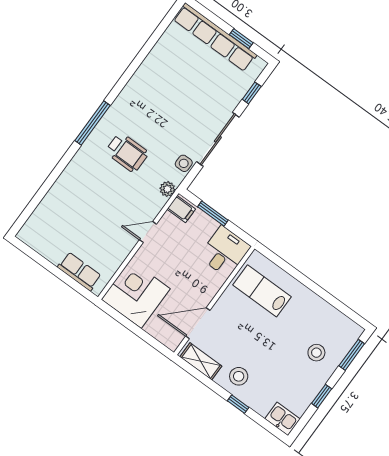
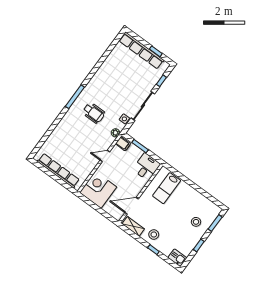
row of seats: (79, 271) -> (58, 171), width x2.02
lab bench: (262, 291) -> (167, 188), turned -90

